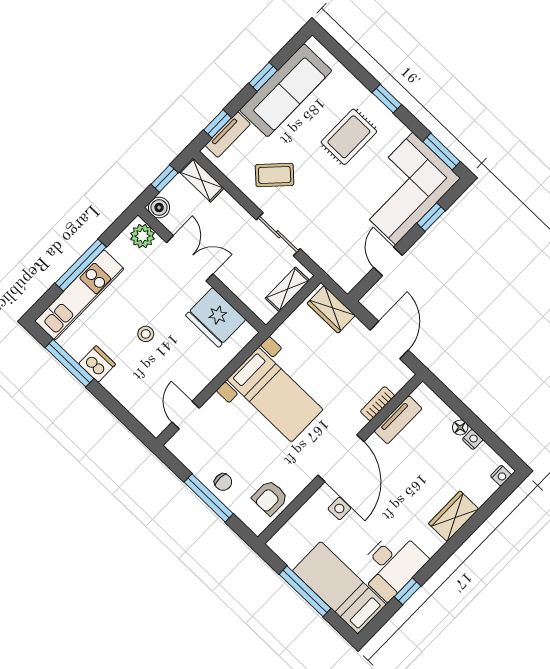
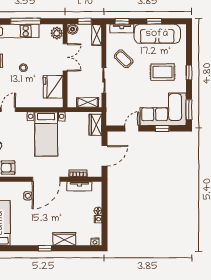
desk: (392, 565) -> (26, 234), removed
window: (408, 591) -> (45, 248), moved

